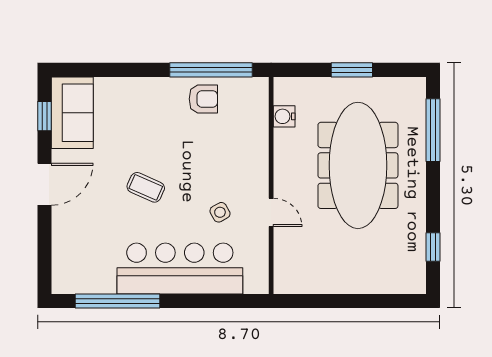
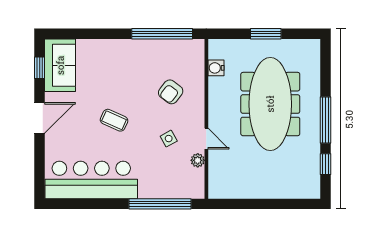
armchair: (203, 99) -> (171, 92), moved, turned 127
window: (433, 130) -> (325, 120), moved
plant: (259, 242) -> (198, 160), added
bar counter: (180, 269) -> (91, 180), moved
window: (118, 301) -> (160, 204), moved

